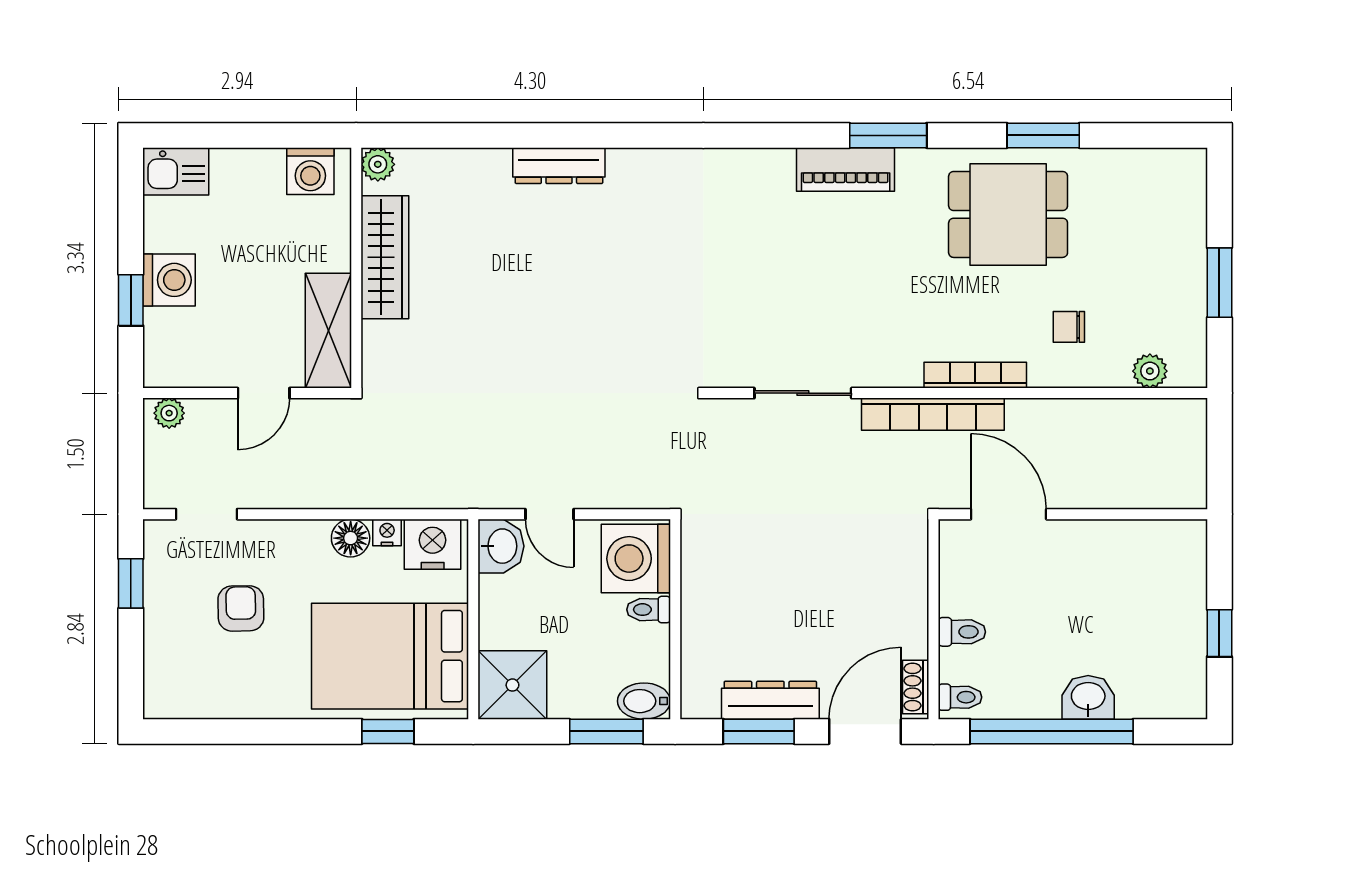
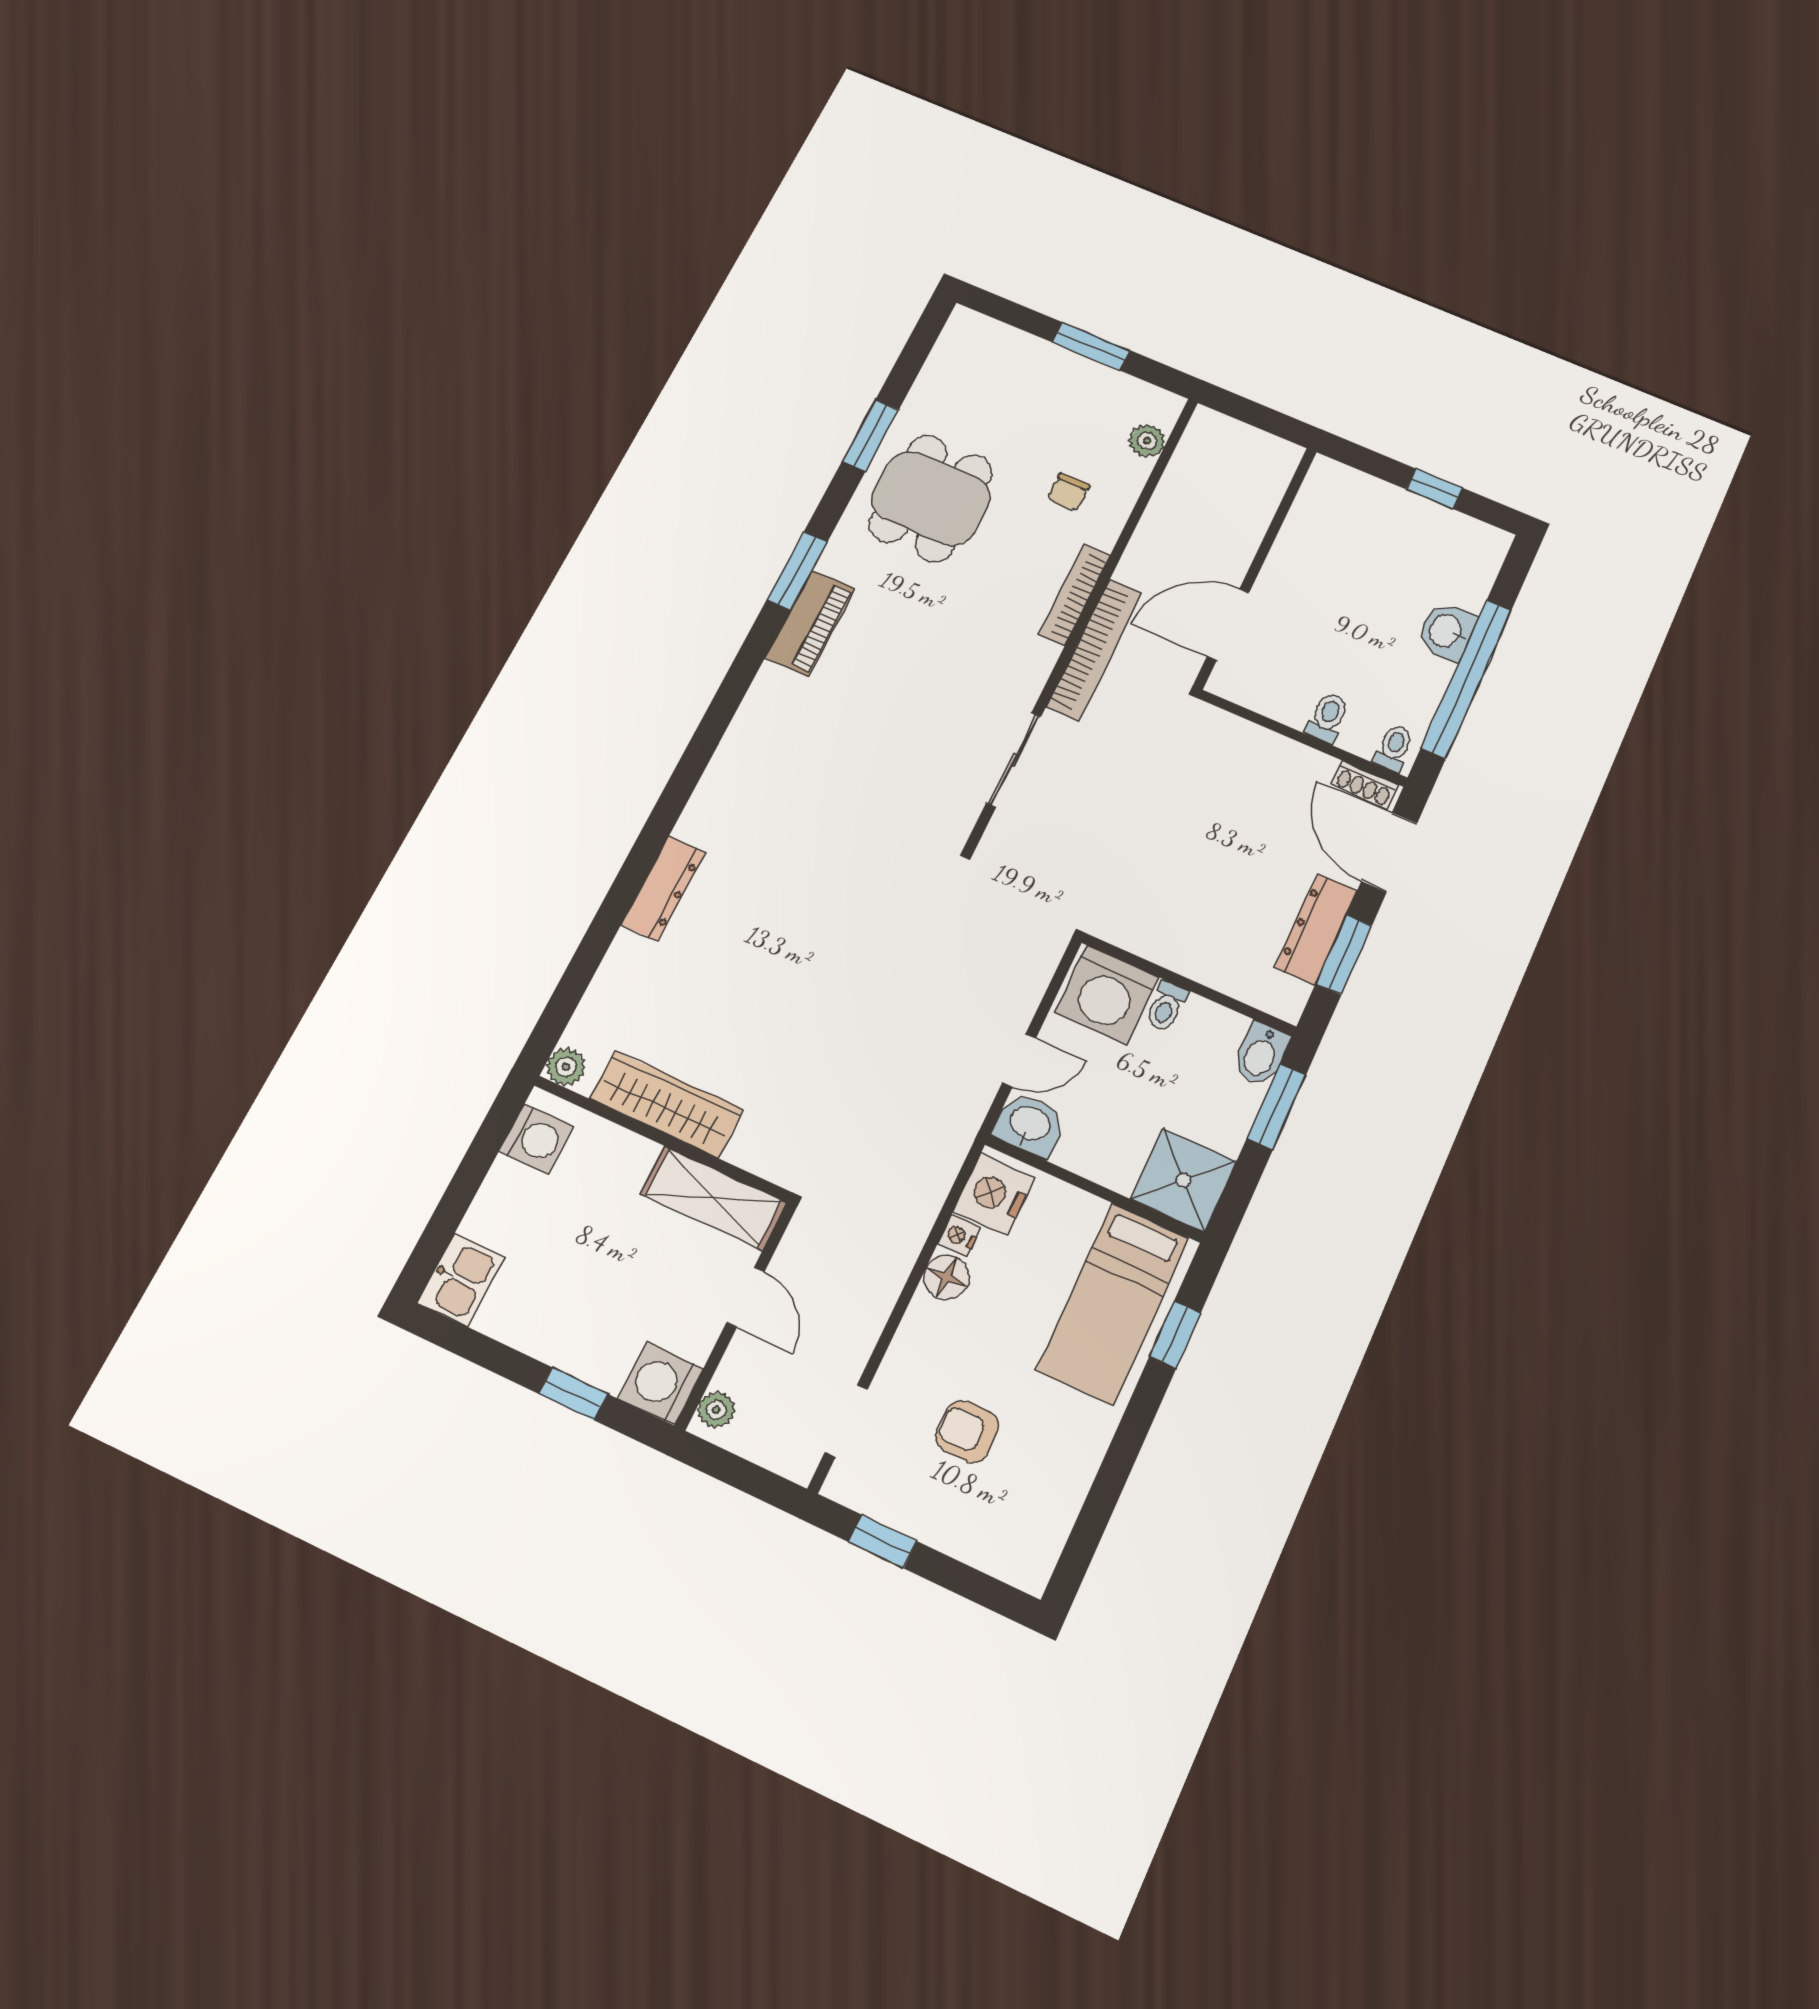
washing machine: (169, 280) -> (661, 1384), moved, turned -90
bed: (390, 656) -> (1113, 1303), width x0.67

